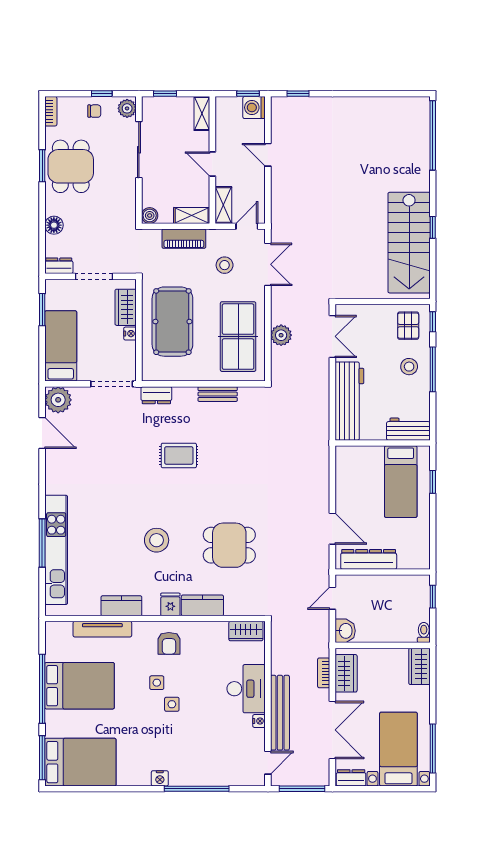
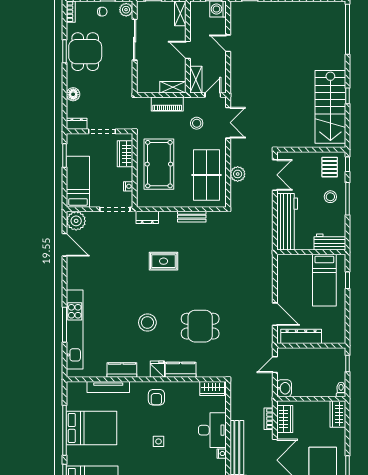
boiler: (150, 216) -> (142, 87), removed
nightstand: (130, 334) -> (128, 186), moved
side table: (157, 683) -> (148, 426), removed

